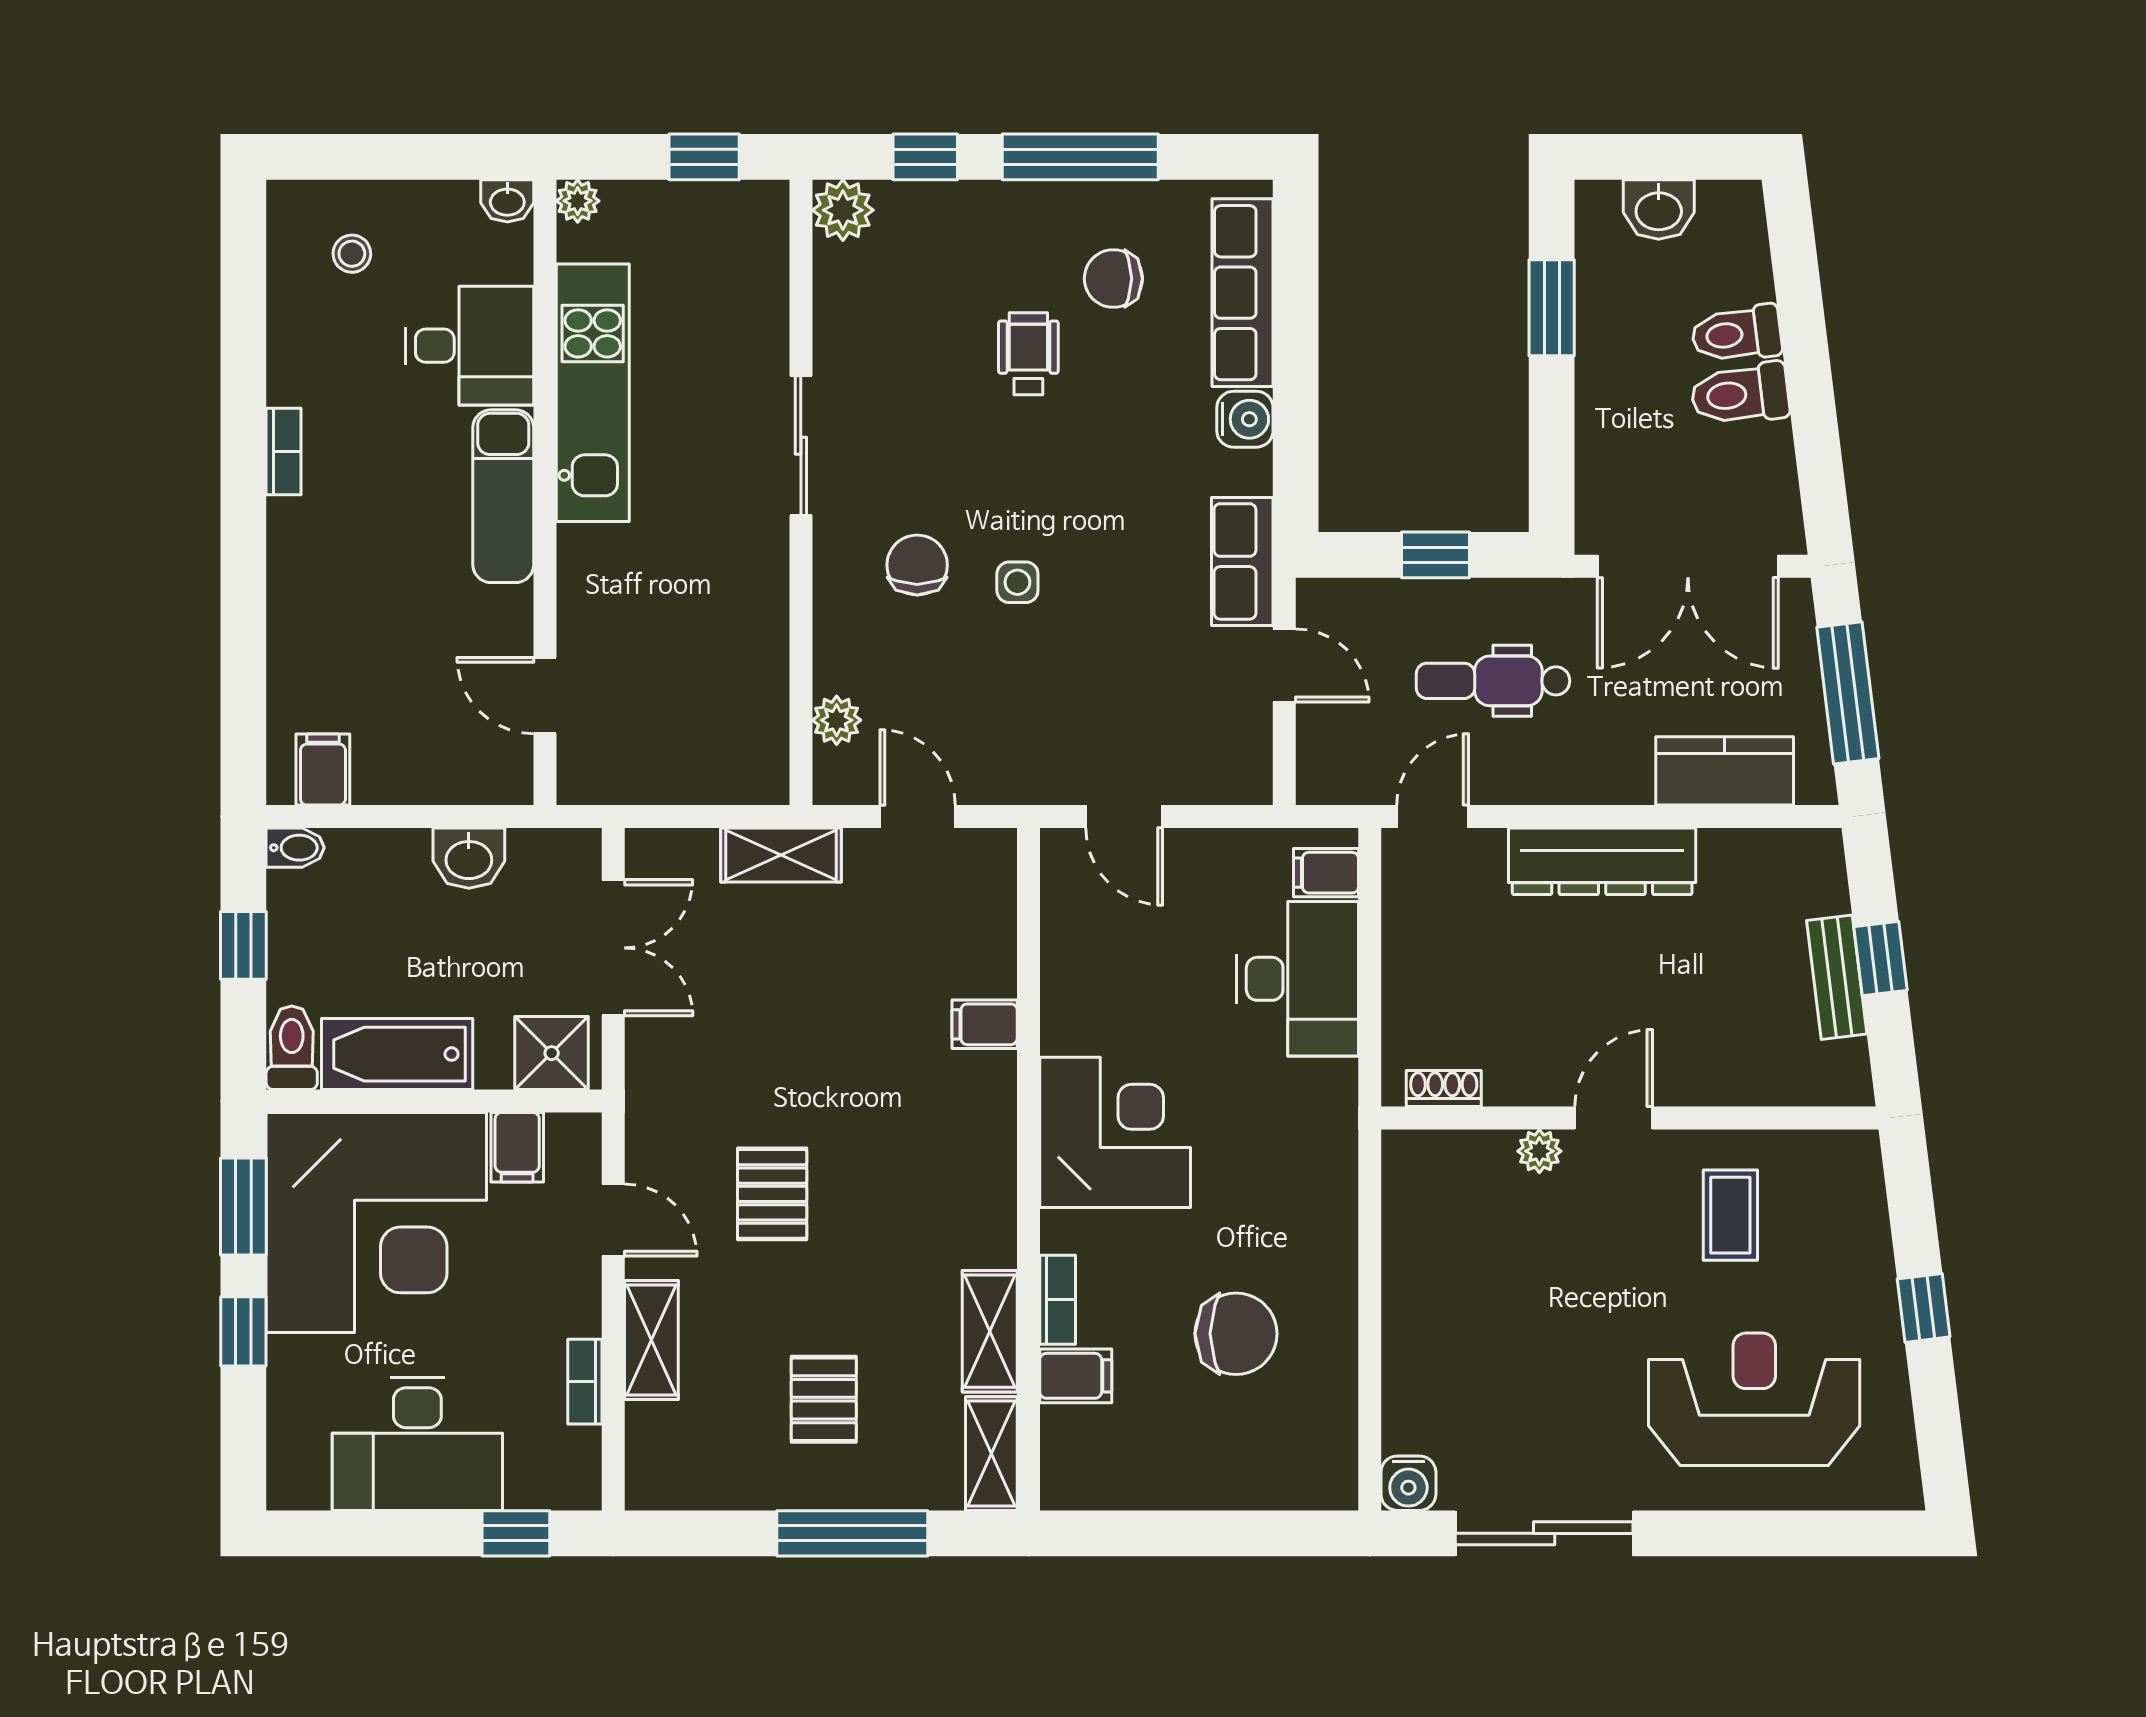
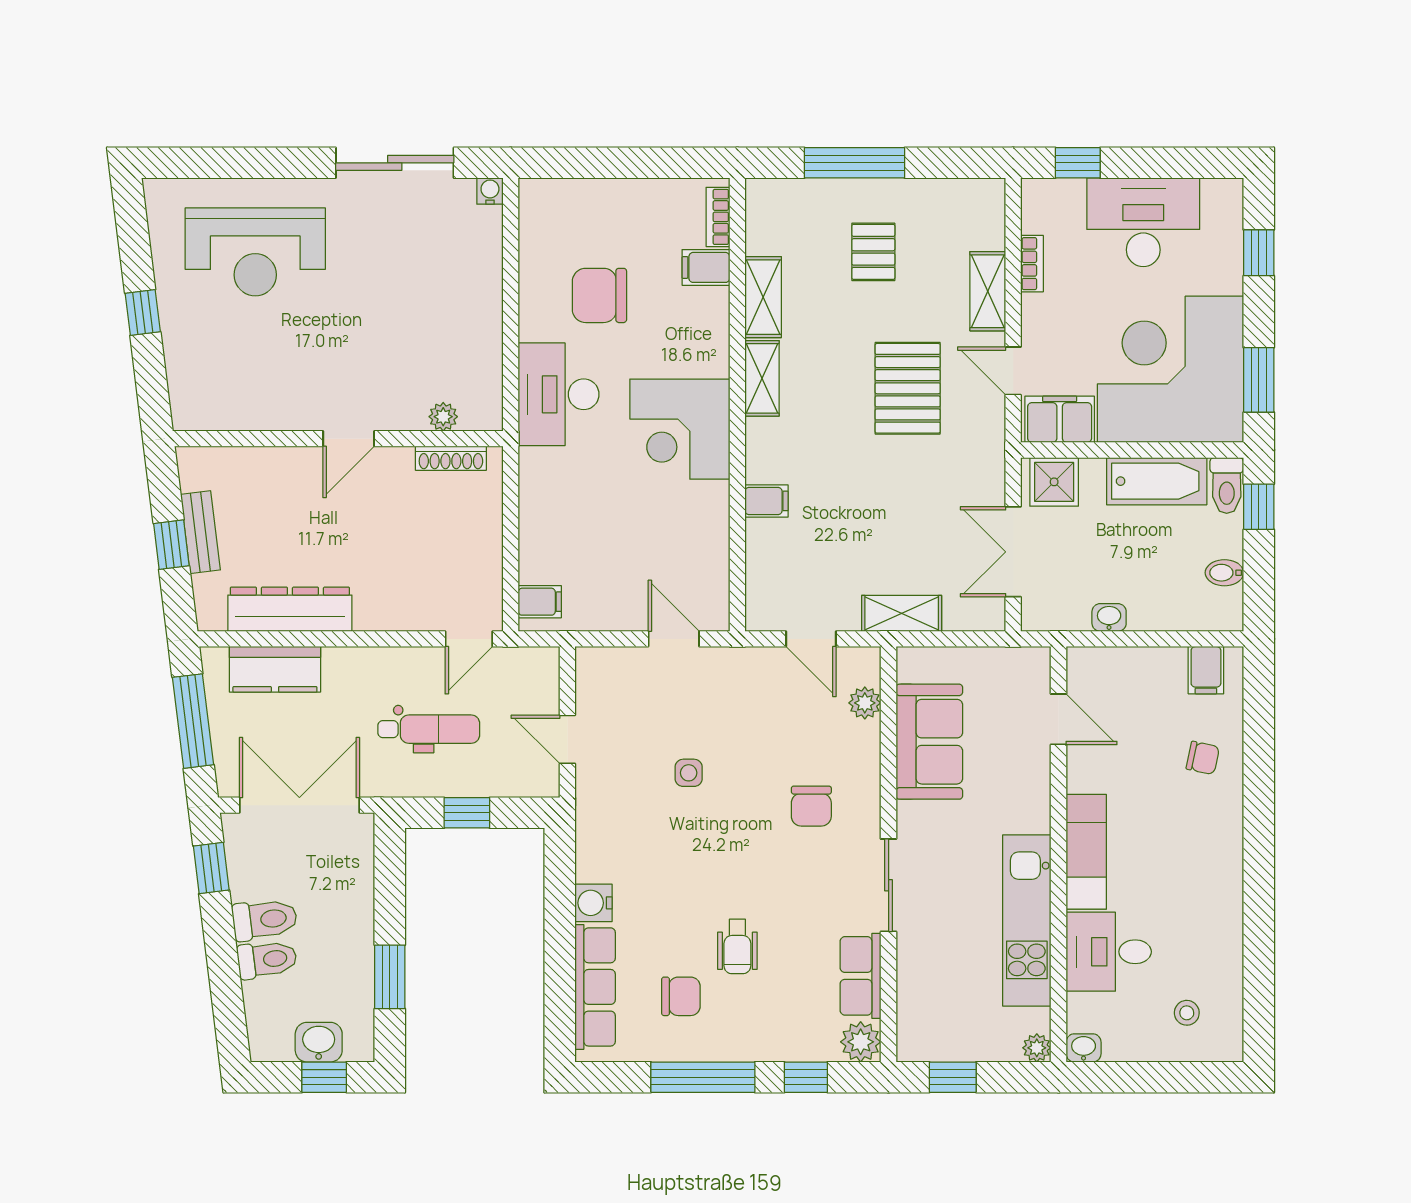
window: (1651, 157) -> (324, 1077), added
bookcase: (284, 451) -> (1232, 881), removed
window: (1821, 472) -> (211, 868), added
row of seats: (1242, 561) -> (861, 976), moved, turned 180
side table: (1017, 582) -> (689, 773), moved
chair: (328, 638) -> (1203, 758), added
sofa: (739, 662) -> (929, 742), added
bidet: (295, 848) -> (1224, 573), moved
washbasin: (469, 858) -> (1109, 617), width x0.72, depth x0.69
dresser: (1602, 861) -> (290, 609), moved
window: (243, 945) -> (1259, 507), moved
desk: (1298, 979) -> (559, 394), moved
shoe rack: (1444, 1089) -> (451, 458), width x1.43
filing cabinet: (517, 1147) -> (1060, 419), width x2.00
plant: (1539, 1151) -> (443, 417), moved
pallet: (772, 1194) -> (908, 388), width x1.50, depth x1.42
coffee table: (1730, 1215) -> (271, 374), removed
bookcase: (1058, 1300) -> (718, 217), moved
window: (243, 1331) -> (1259, 253), moved
shelving: (991, 1454) -> (762, 378), moved
water cooler: (1408, 1483) -> (490, 191), width x0.72, depth x0.72

